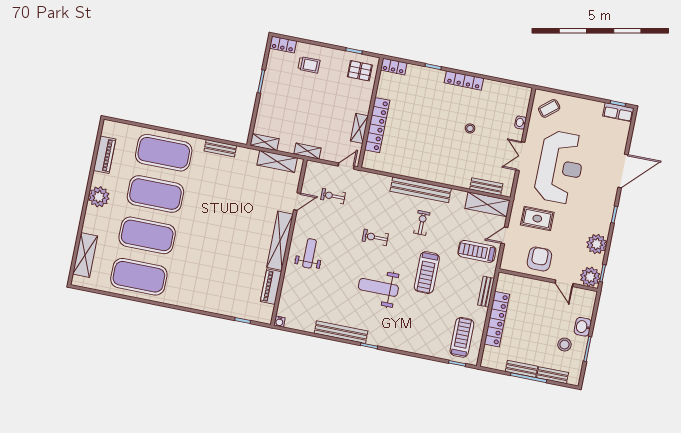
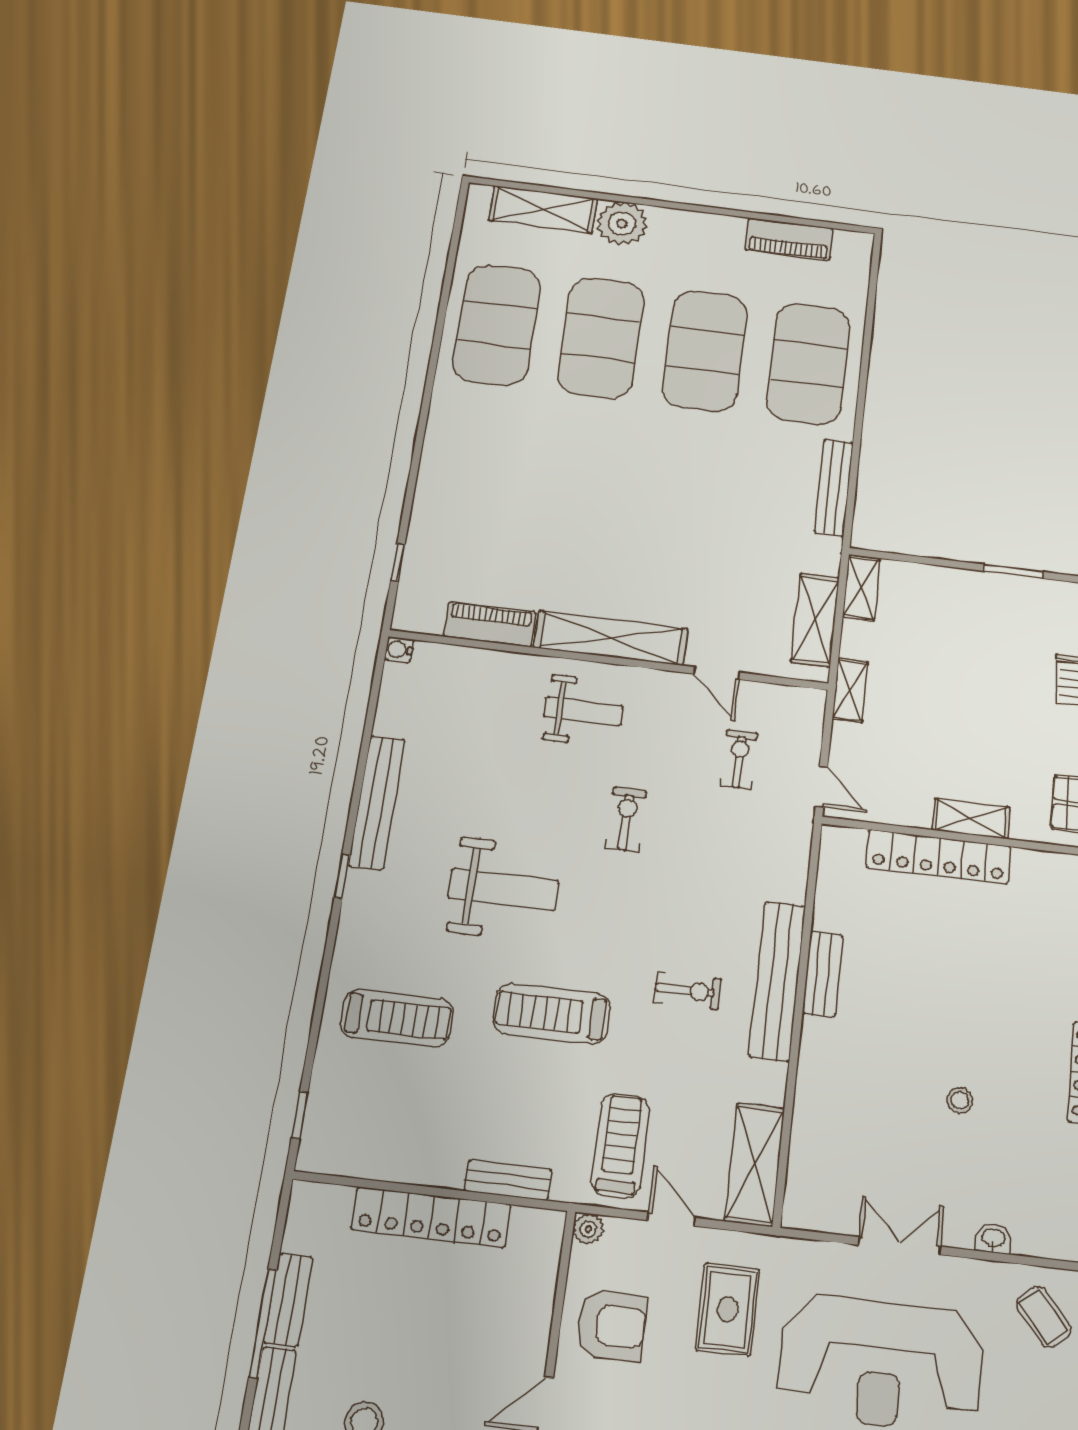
shelving: (359, 128) -> (971, 819), moved
bench: (220, 148) -> (834, 488), width x1.36
bench: (486, 187) -> (823, 974), moved
plant: (99, 197) -> (622, 224), moved
exercise bike: (375, 237) -> (626, 819), moved
plant: (505, 265) -> (588, 1229), added
weight bench: (378, 287) -> (503, 889), turned 90
treadmill: (462, 337) -> (397, 1018), moved

